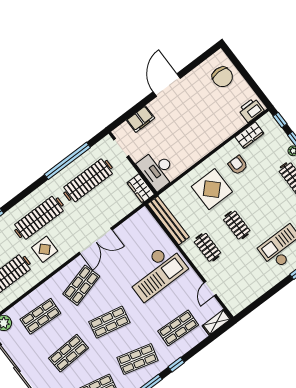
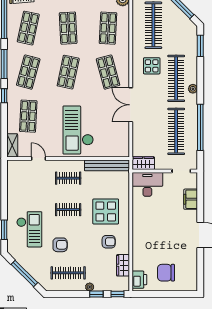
chair: (222, 77) -> (166, 273), moved
plant: (37, 195) -> (193, 89), added
armchair: (275, 208) -> (60, 245), added

